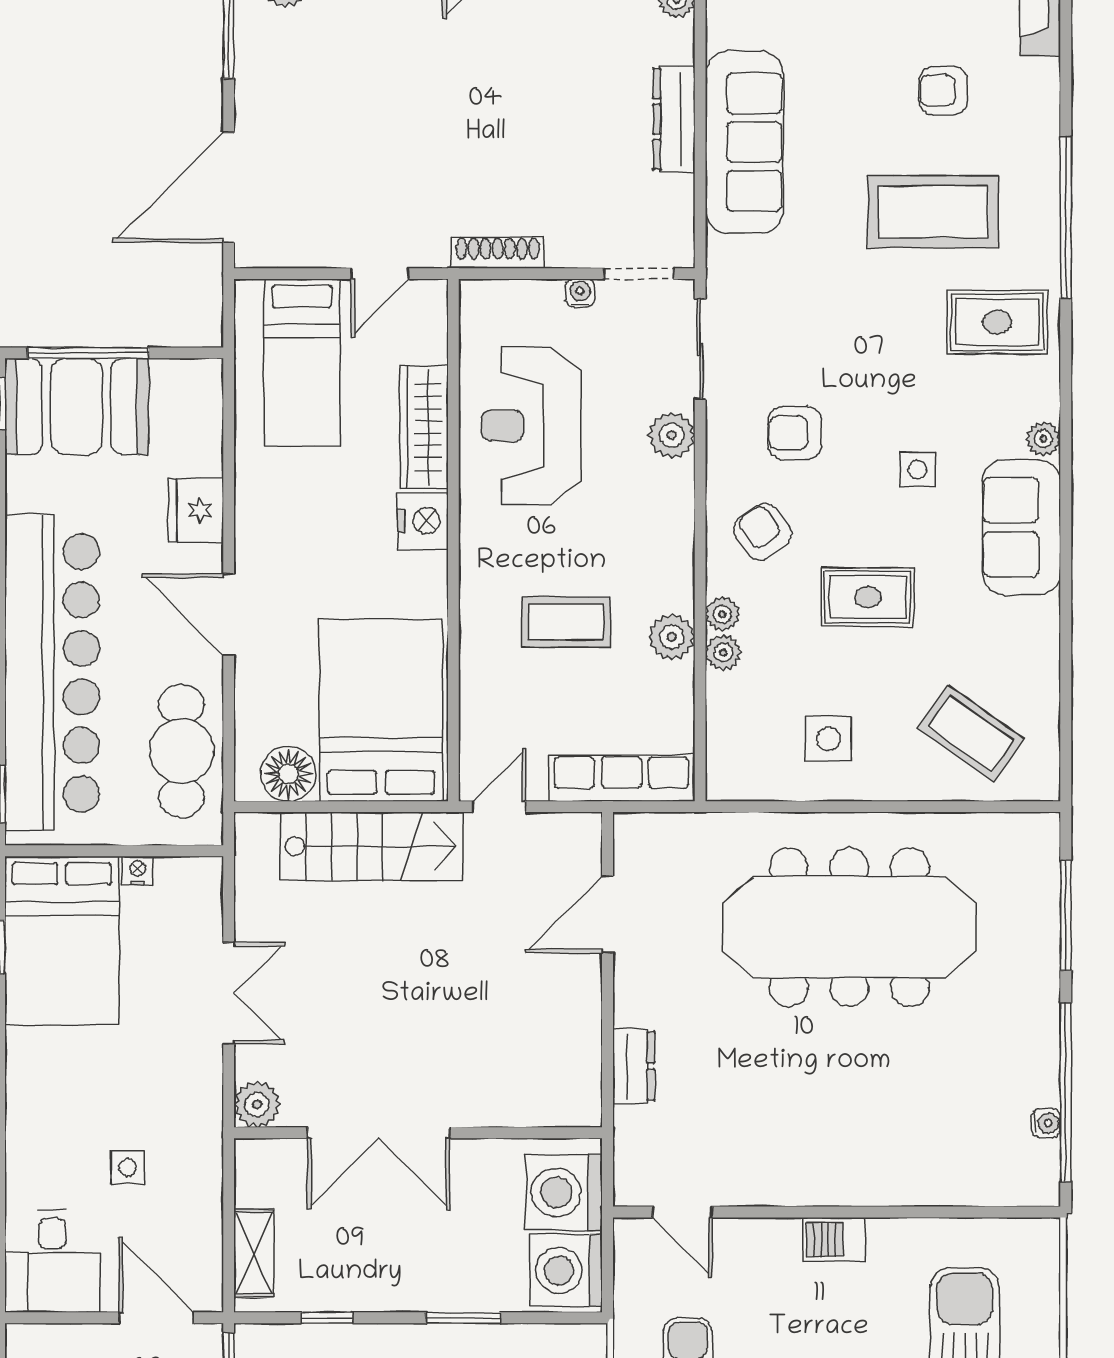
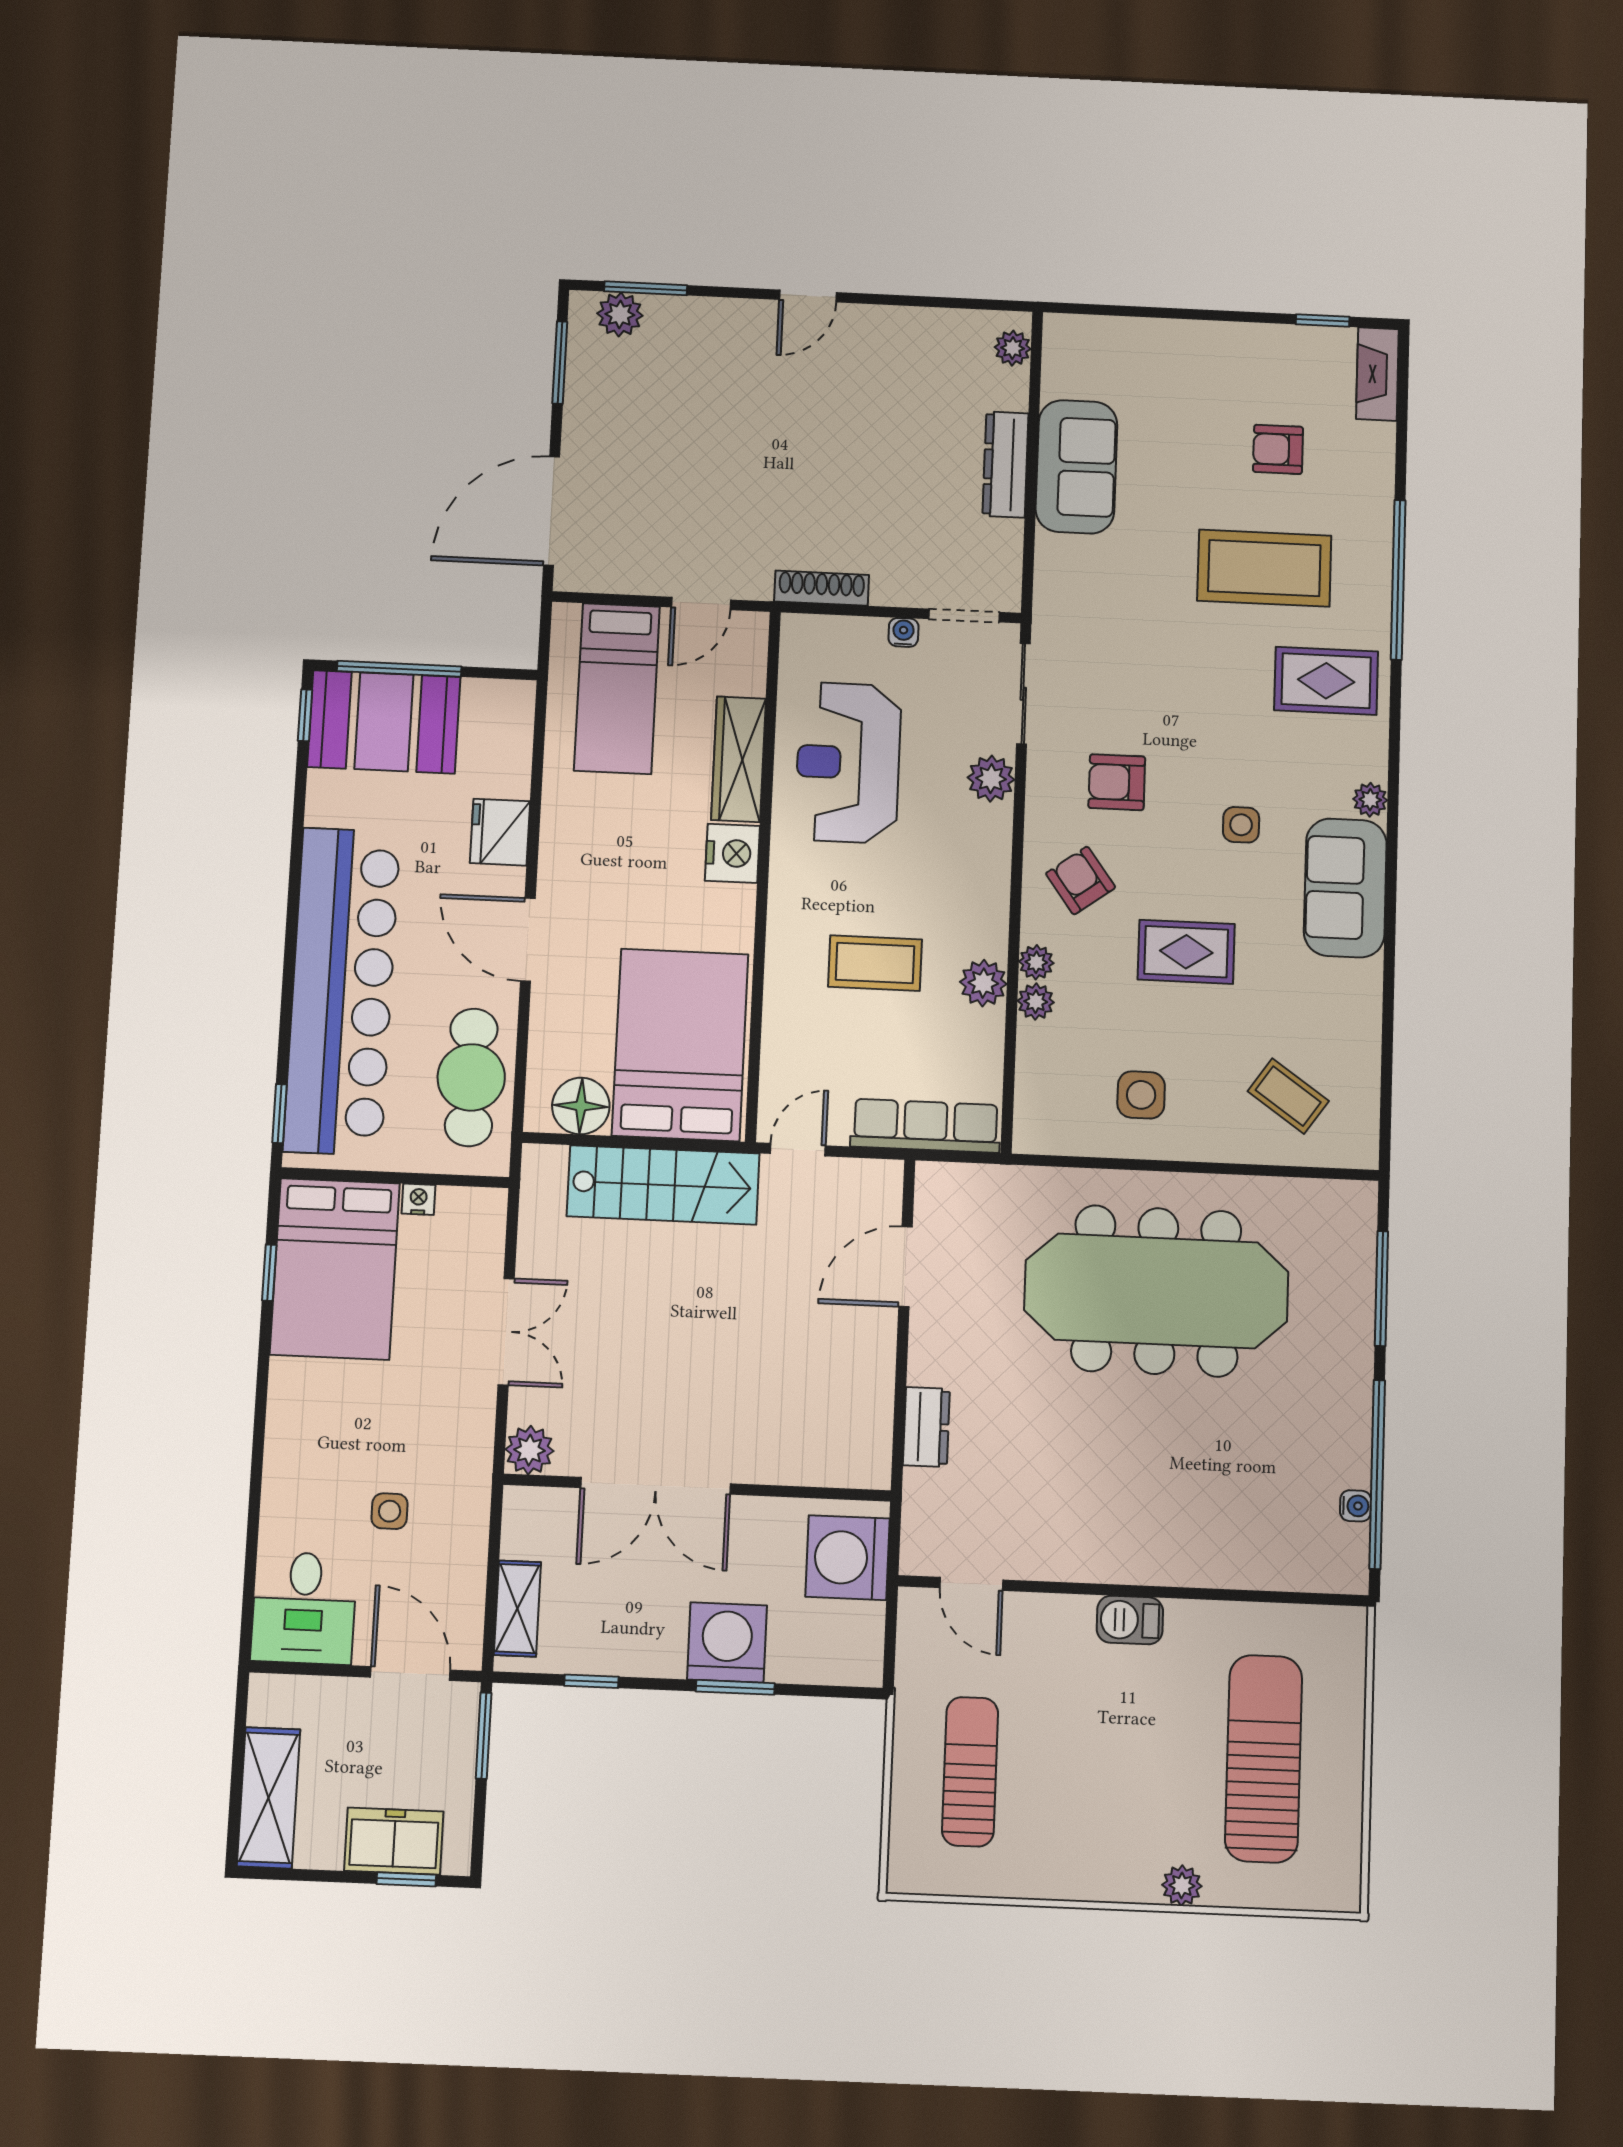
sofa: (744, 142) -> (1076, 467), width x0.73
coffee table: (971, 734) -> (1288, 1096), width x0.73, depth x0.77
washing machine: (566, 1270) -> (727, 1642), moved, turned 90

